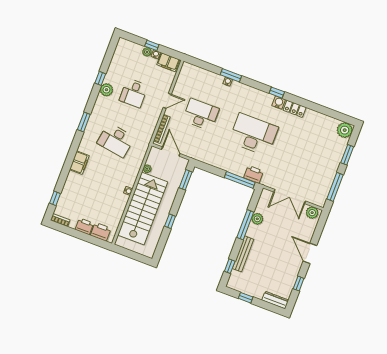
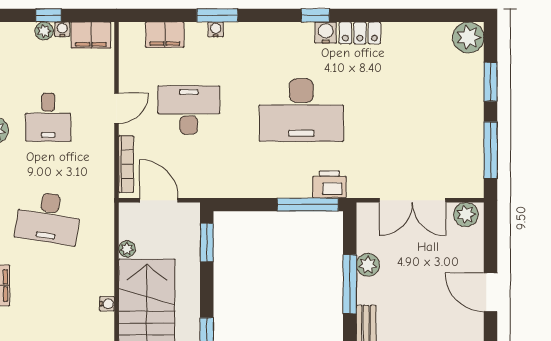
filing cabinet: (203, 75) -> (165, 35), added
desk: (254, 134) -> (301, 110), turned 180

